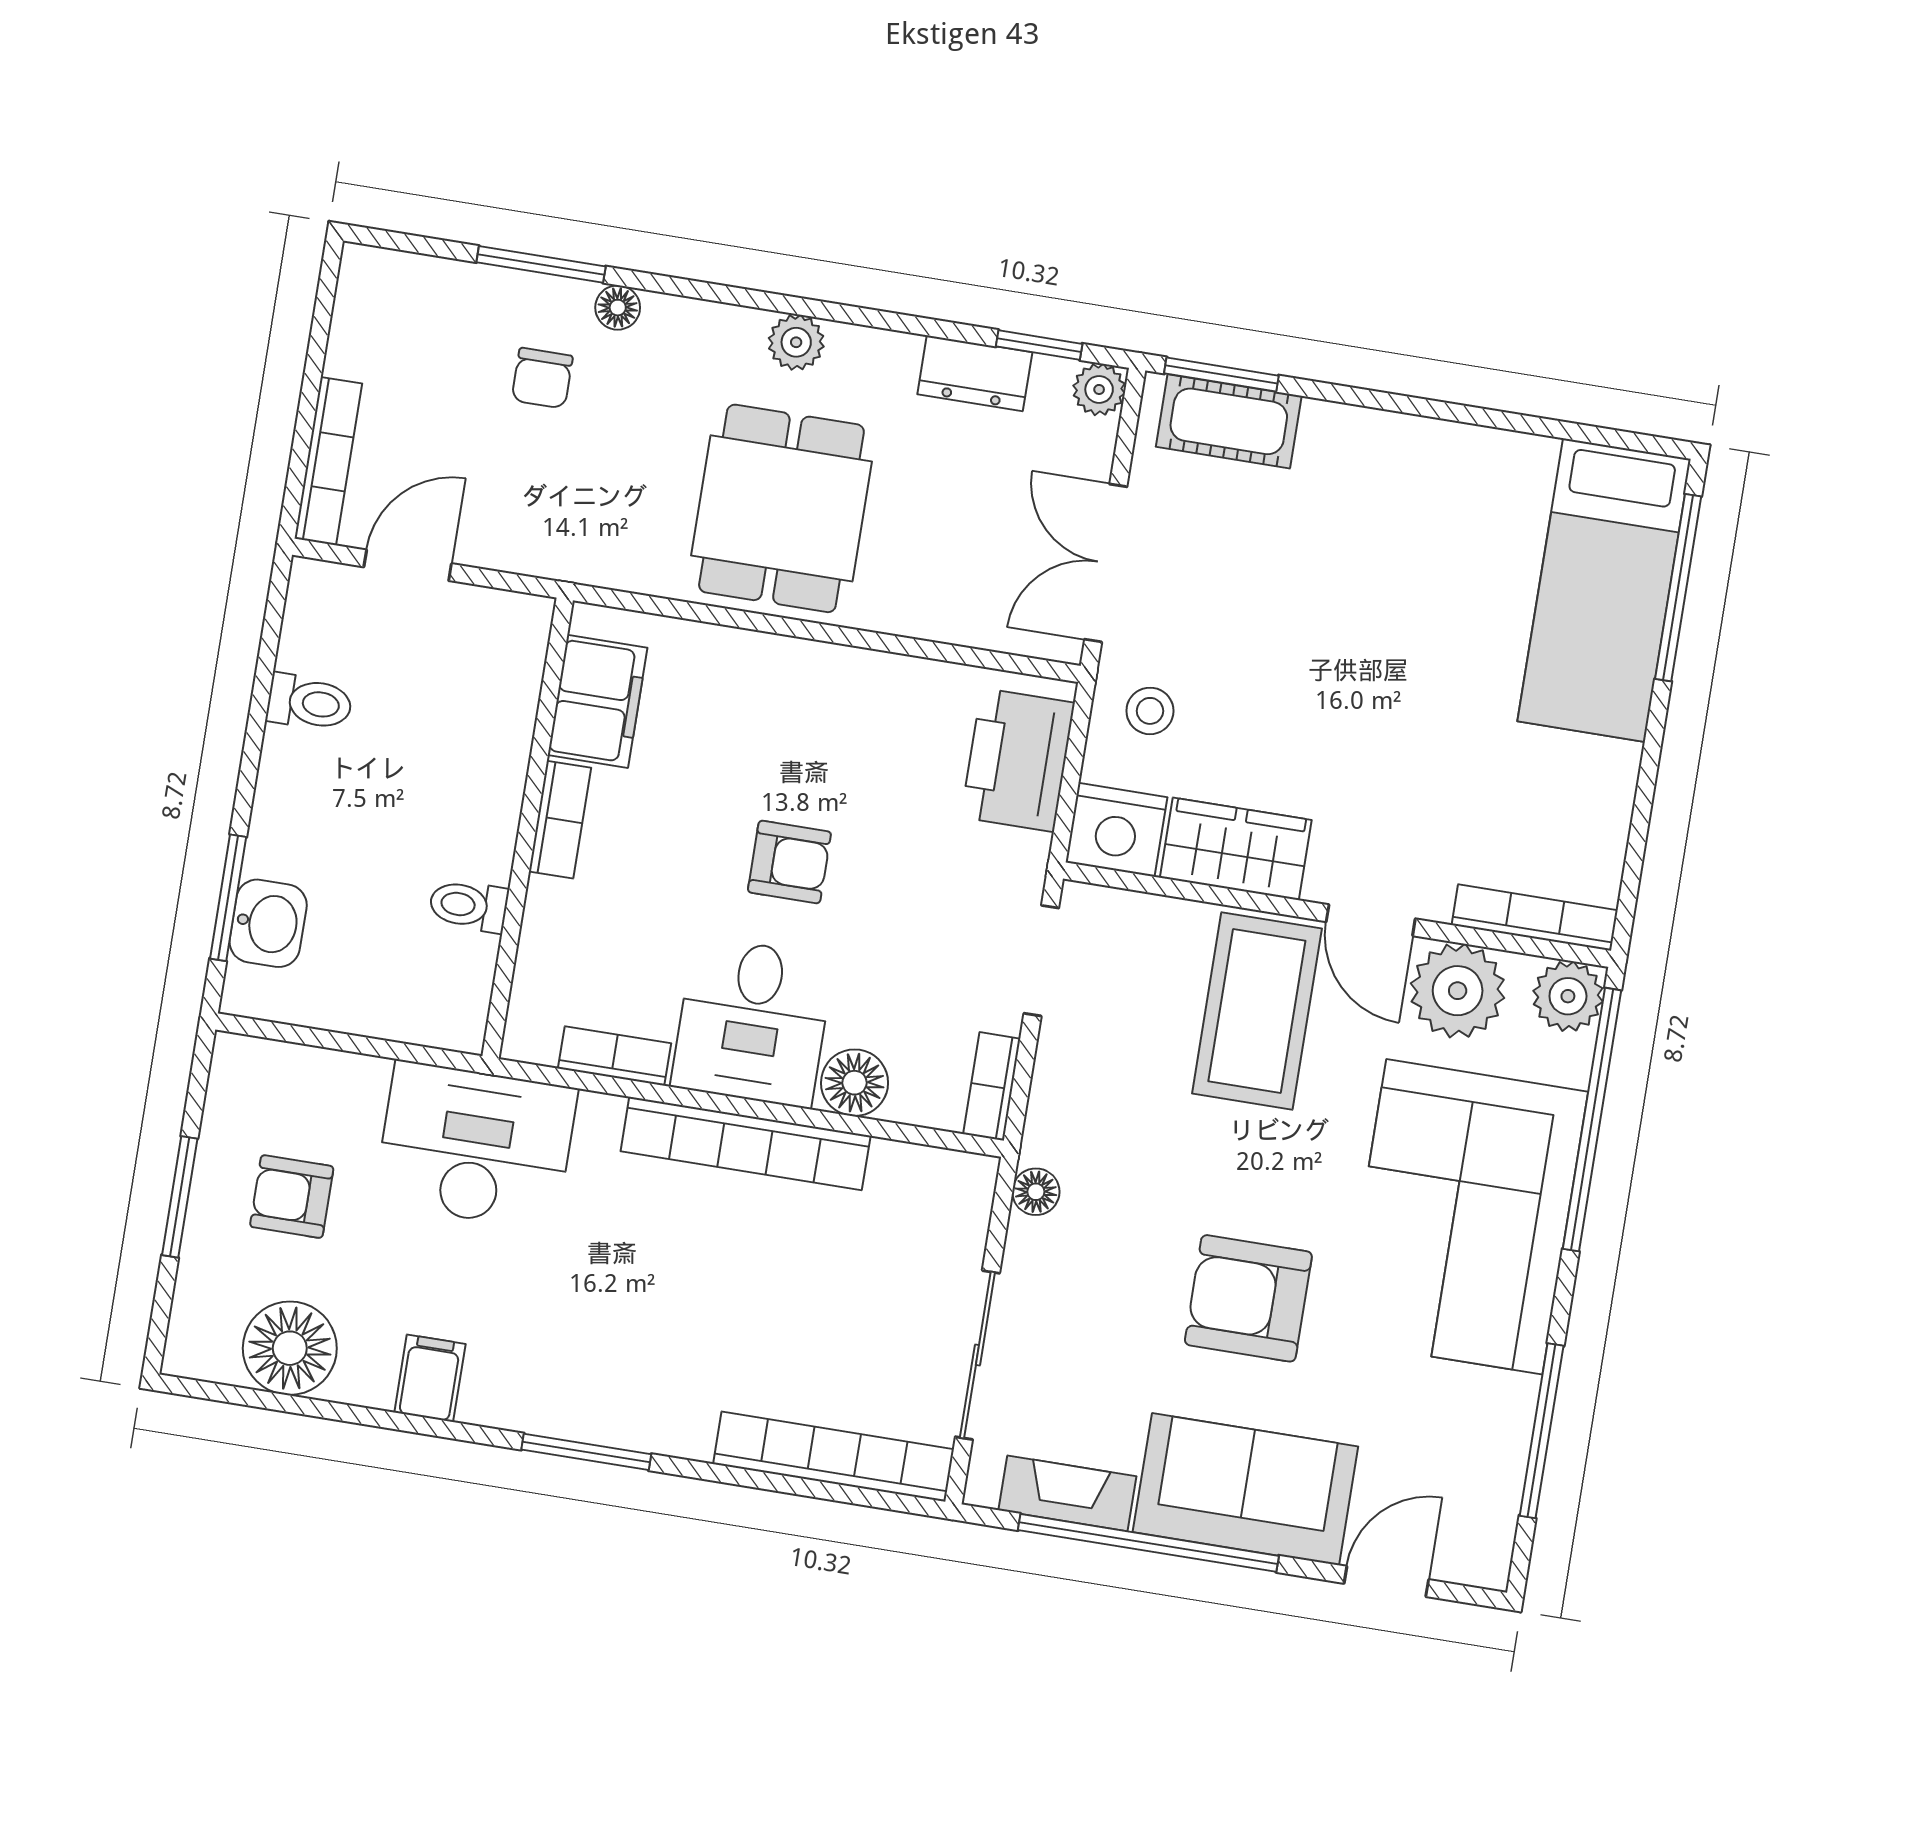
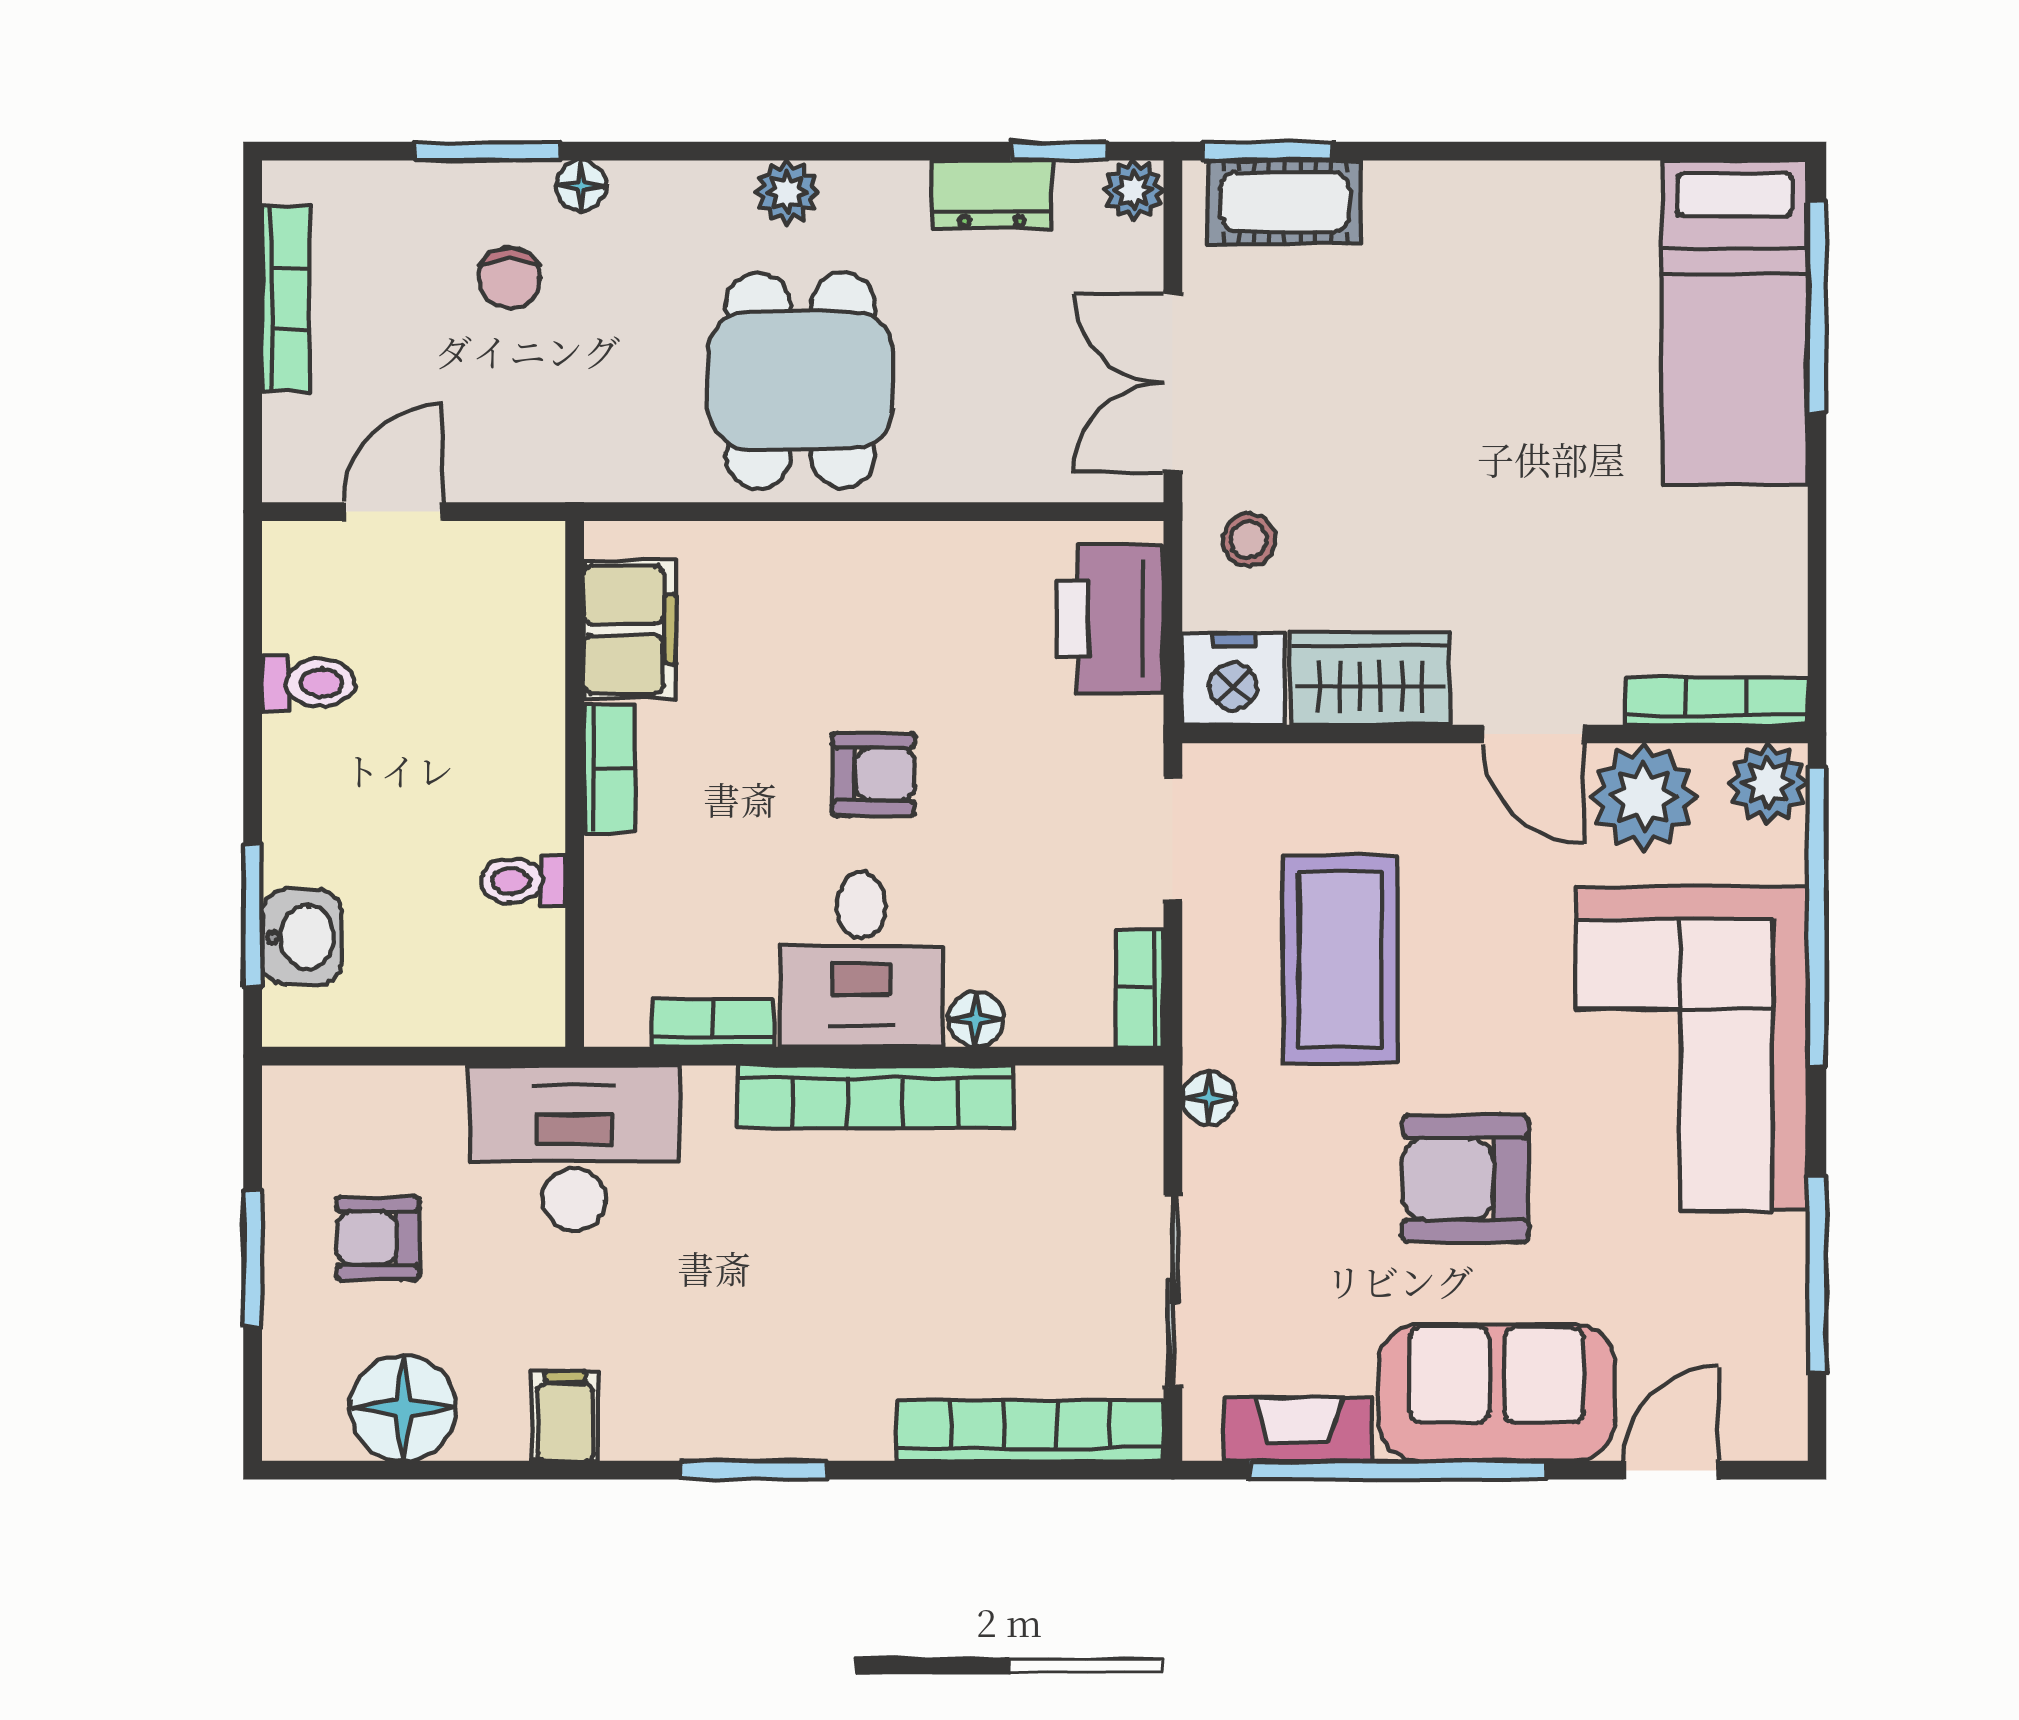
bookcase: (328, 461) -> (286, 299), moved
coffee table: (1257, 1011) -> (1340, 960), moved
floor lamp: (855, 1083) -> (976, 1019), width x0.73, depth x0.73

